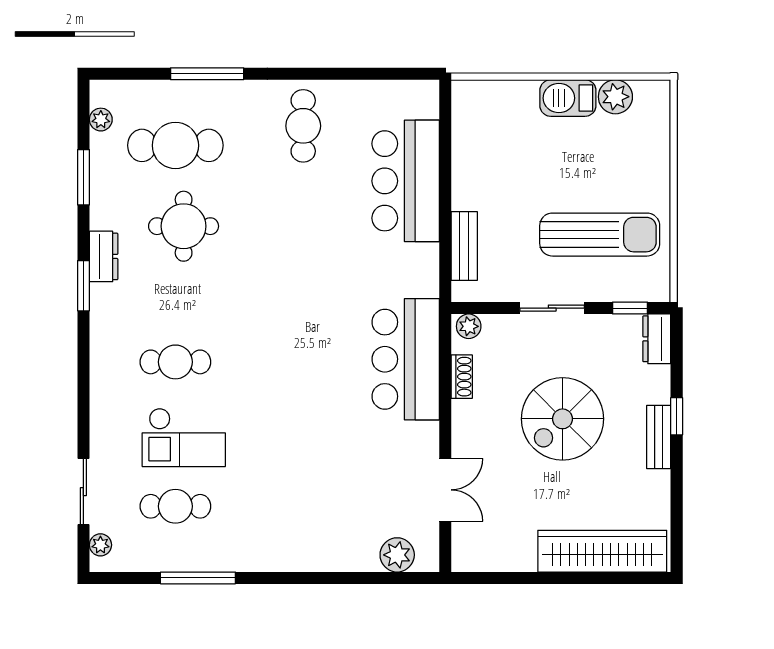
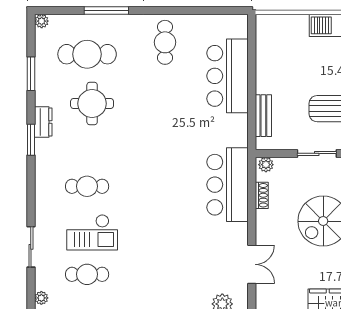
plant: (101, 120) -> (42, 21), moved
sliding door: (83, 492) -> (31, 247), moved

